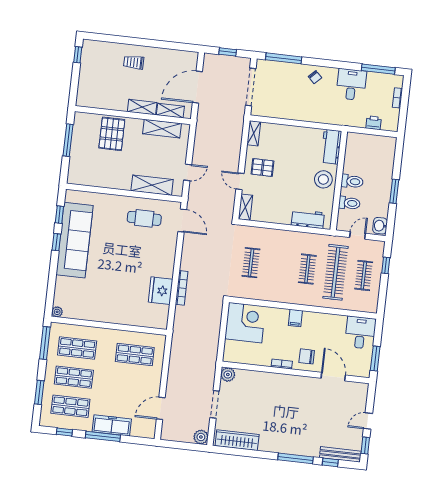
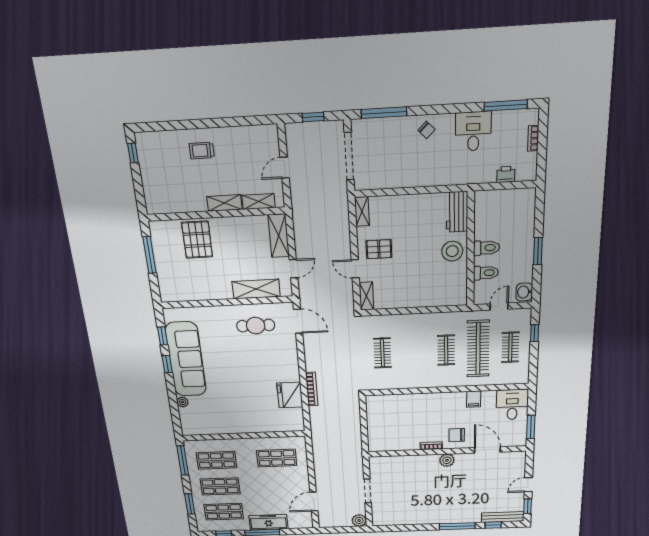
door: (197, 87) -> (285, 168), width x0.53
shelving: (162, 129) -> (279, 236), moved, turned 90
workbench: (308, 219) -> (440, 298), removed
plant: (57, 312) -> (182, 402), moved
filing cabinet: (295, 318) -> (474, 399), moved
corner desk: (245, 323) -> (386, 413), removed
plant: (228, 375) -> (447, 460), moved
wardrobe: (237, 440) -> (396, 518), removed

